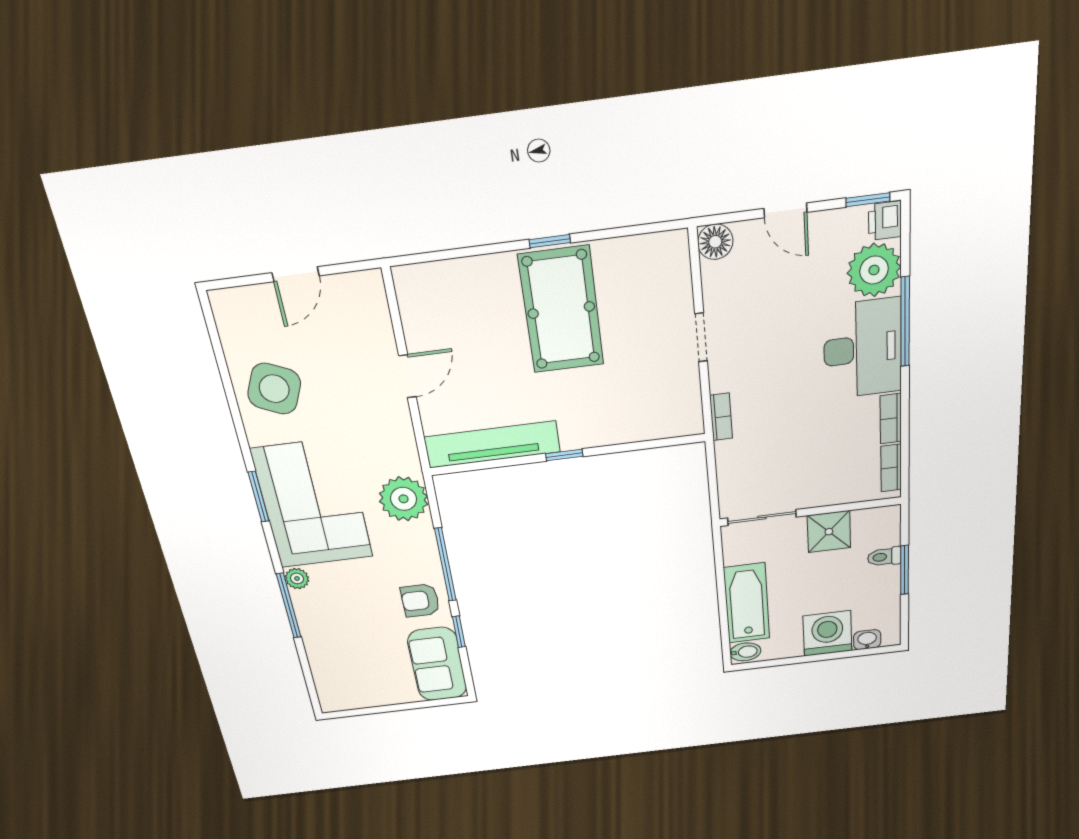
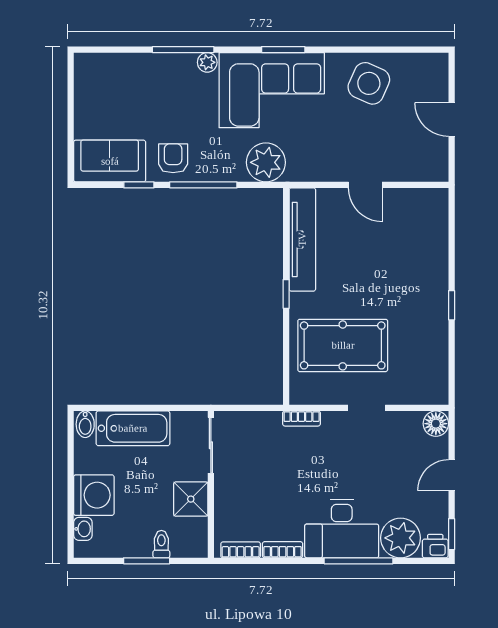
pool table: (561, 310) -> (343, 345), moved

